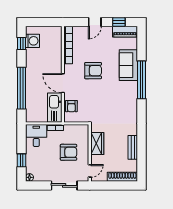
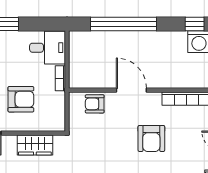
door: (63, 83) -> (131, 90), hinge flipped
kitchen sink: (55, 108) -> (92, 77), removed
armchair: (69, 152) -> (21, 99), turned -90

